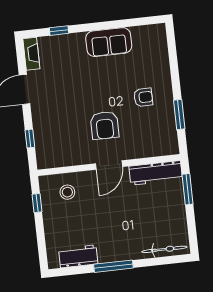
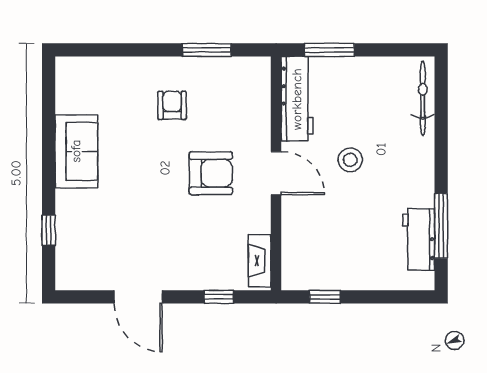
fireplace: (31, 54) -> (260, 261), moved, turned -90
stool: (67, 192) -> (350, 160), moved
window: (113, 266) -> (441, 226), moved

